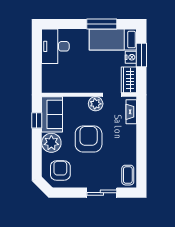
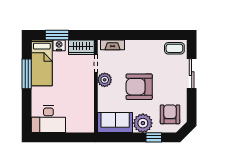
window: (37, 120) -> (154, 137), moved
armchair: (60, 171) -> (170, 114), turned 90

